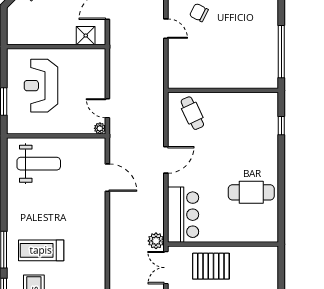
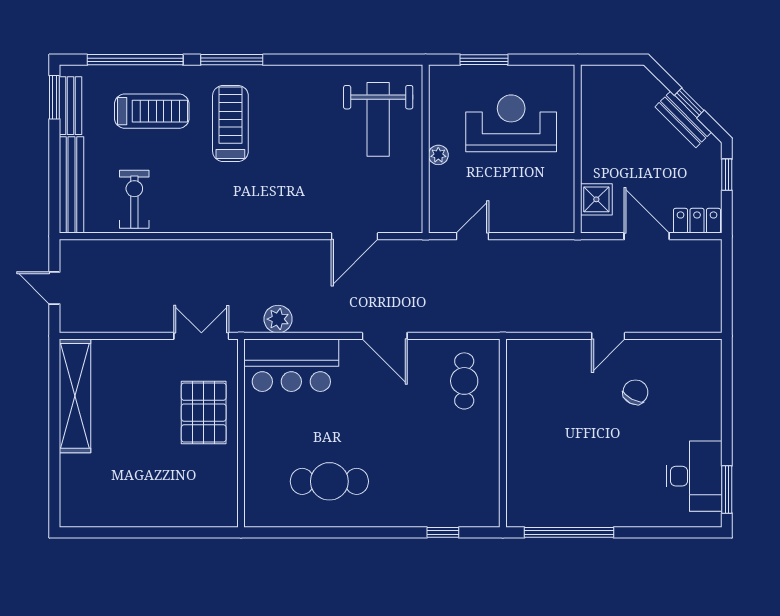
cafe table: (192, 113) -> (464, 381), turned -65
plant: (100, 128) -> (438, 155), moved
cafe table: (251, 192) -> (329, 481), turned 90
plant: (156, 241) -> (278, 319), moved

